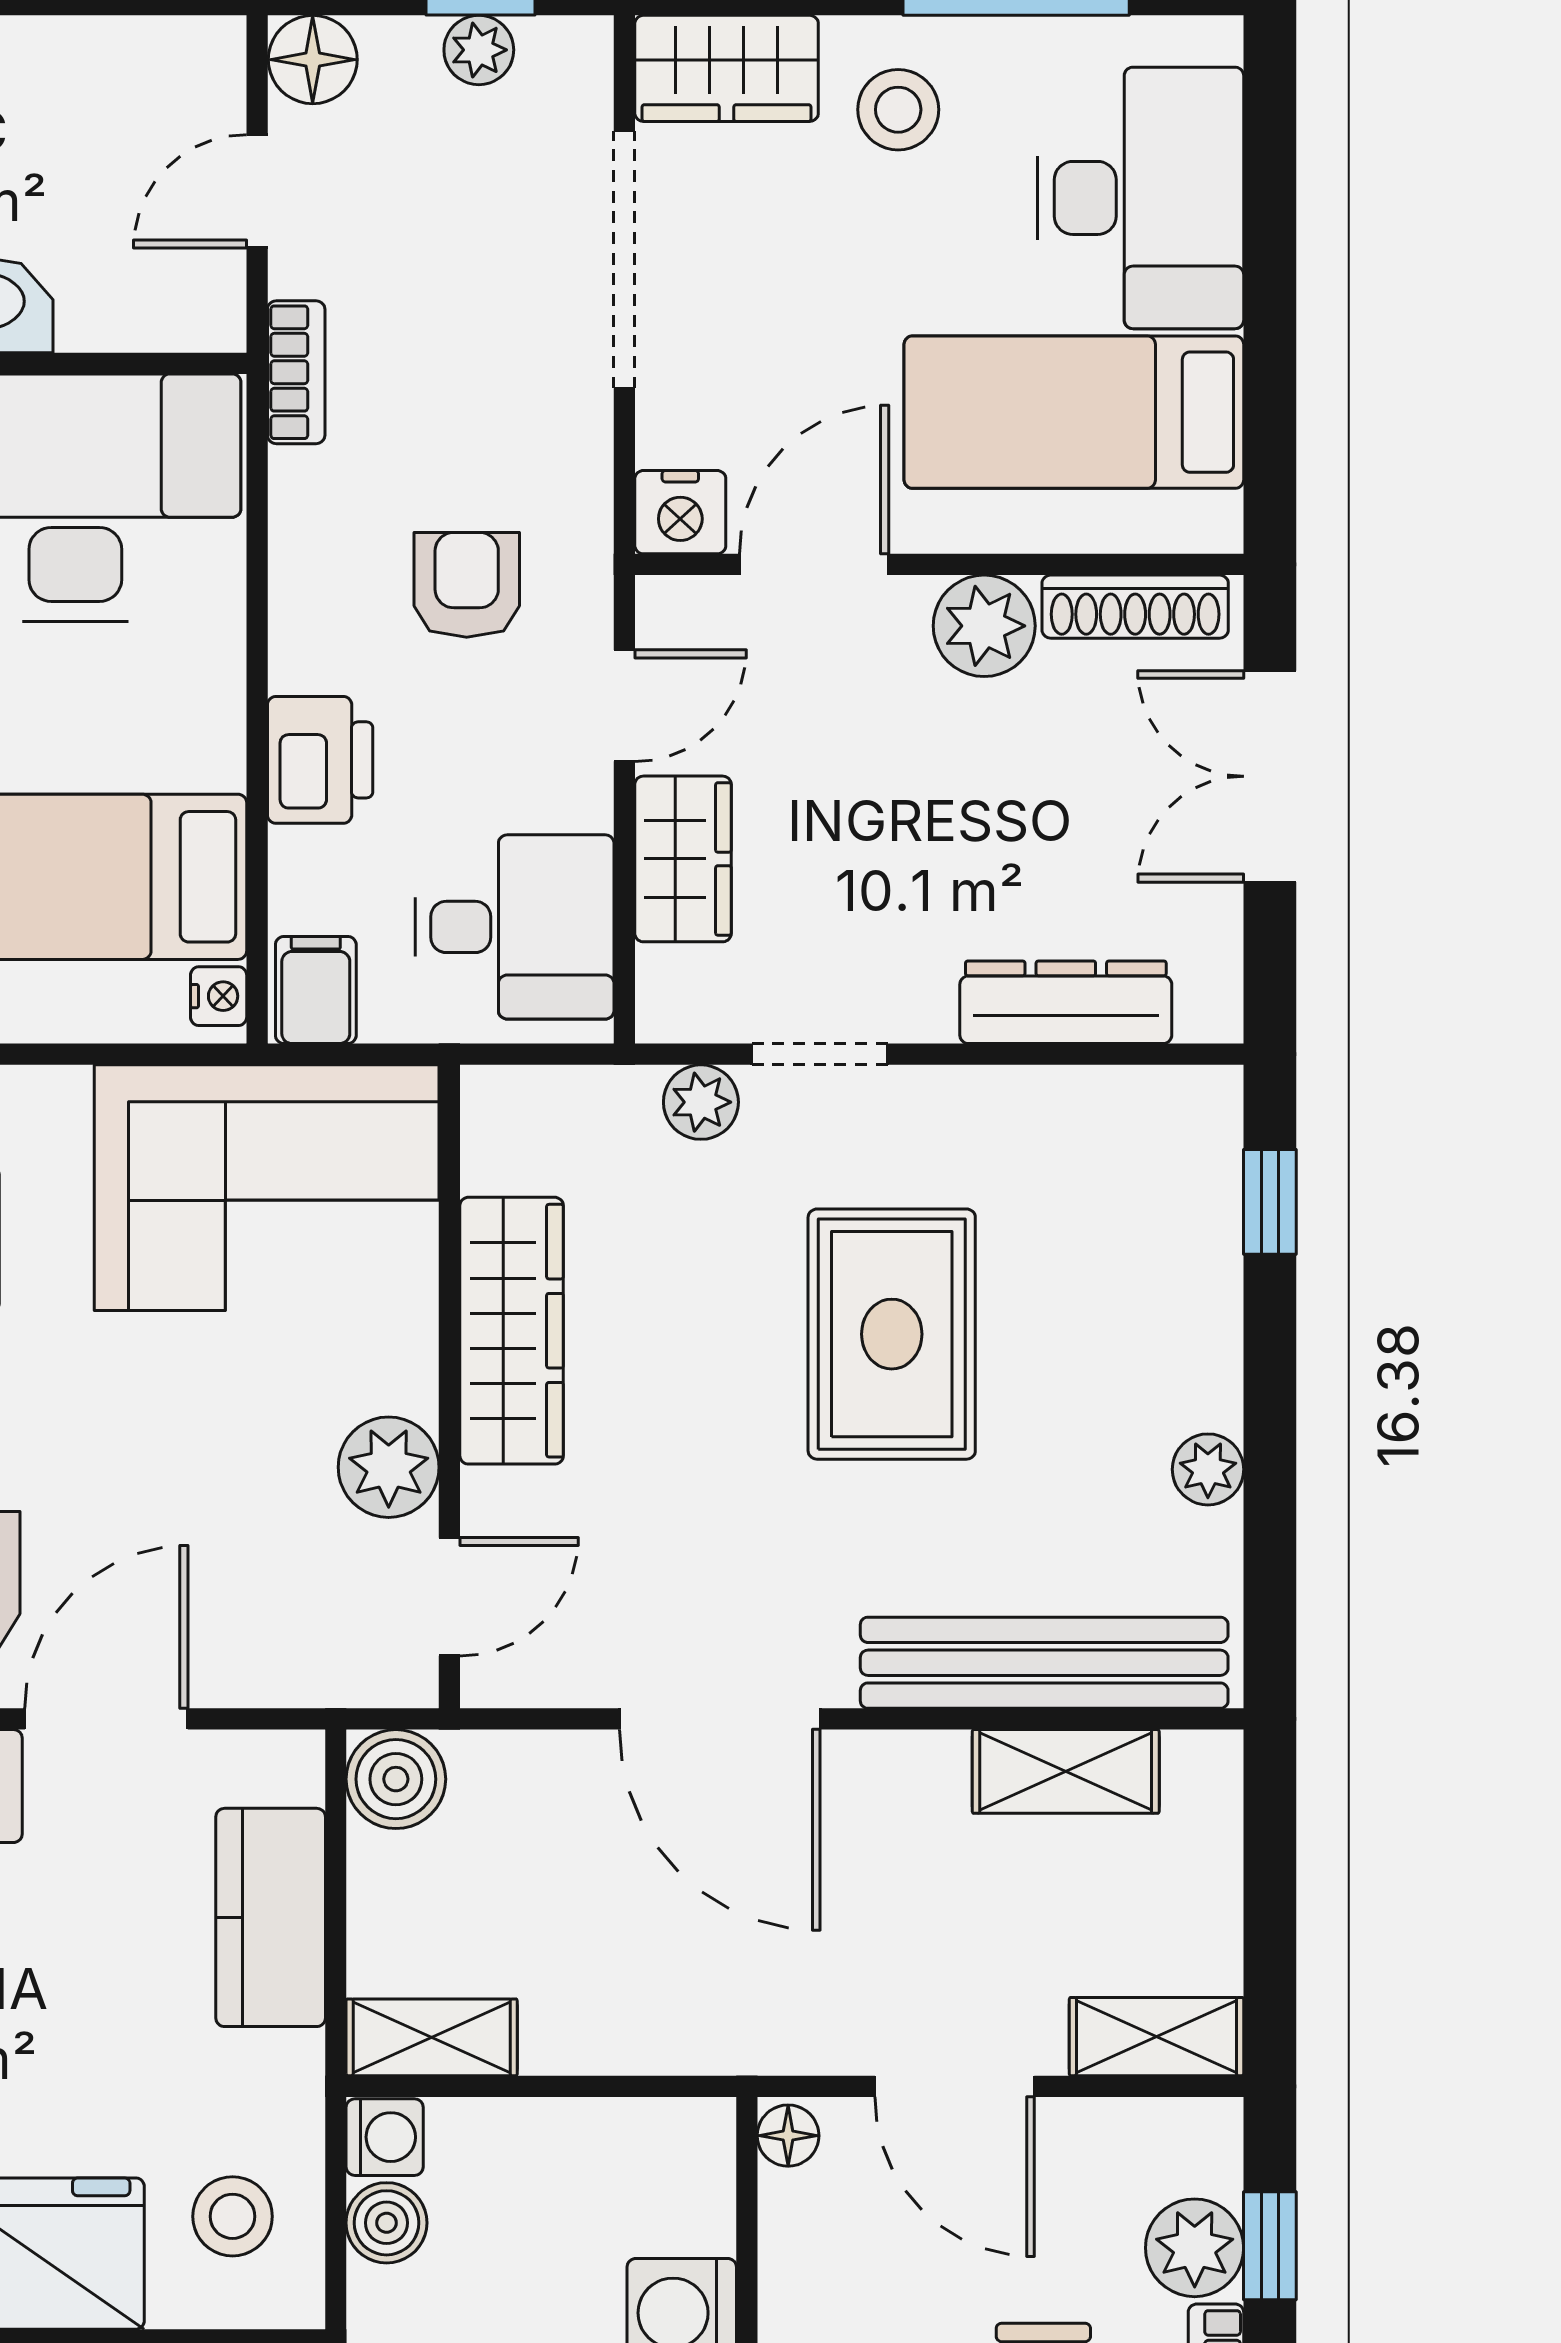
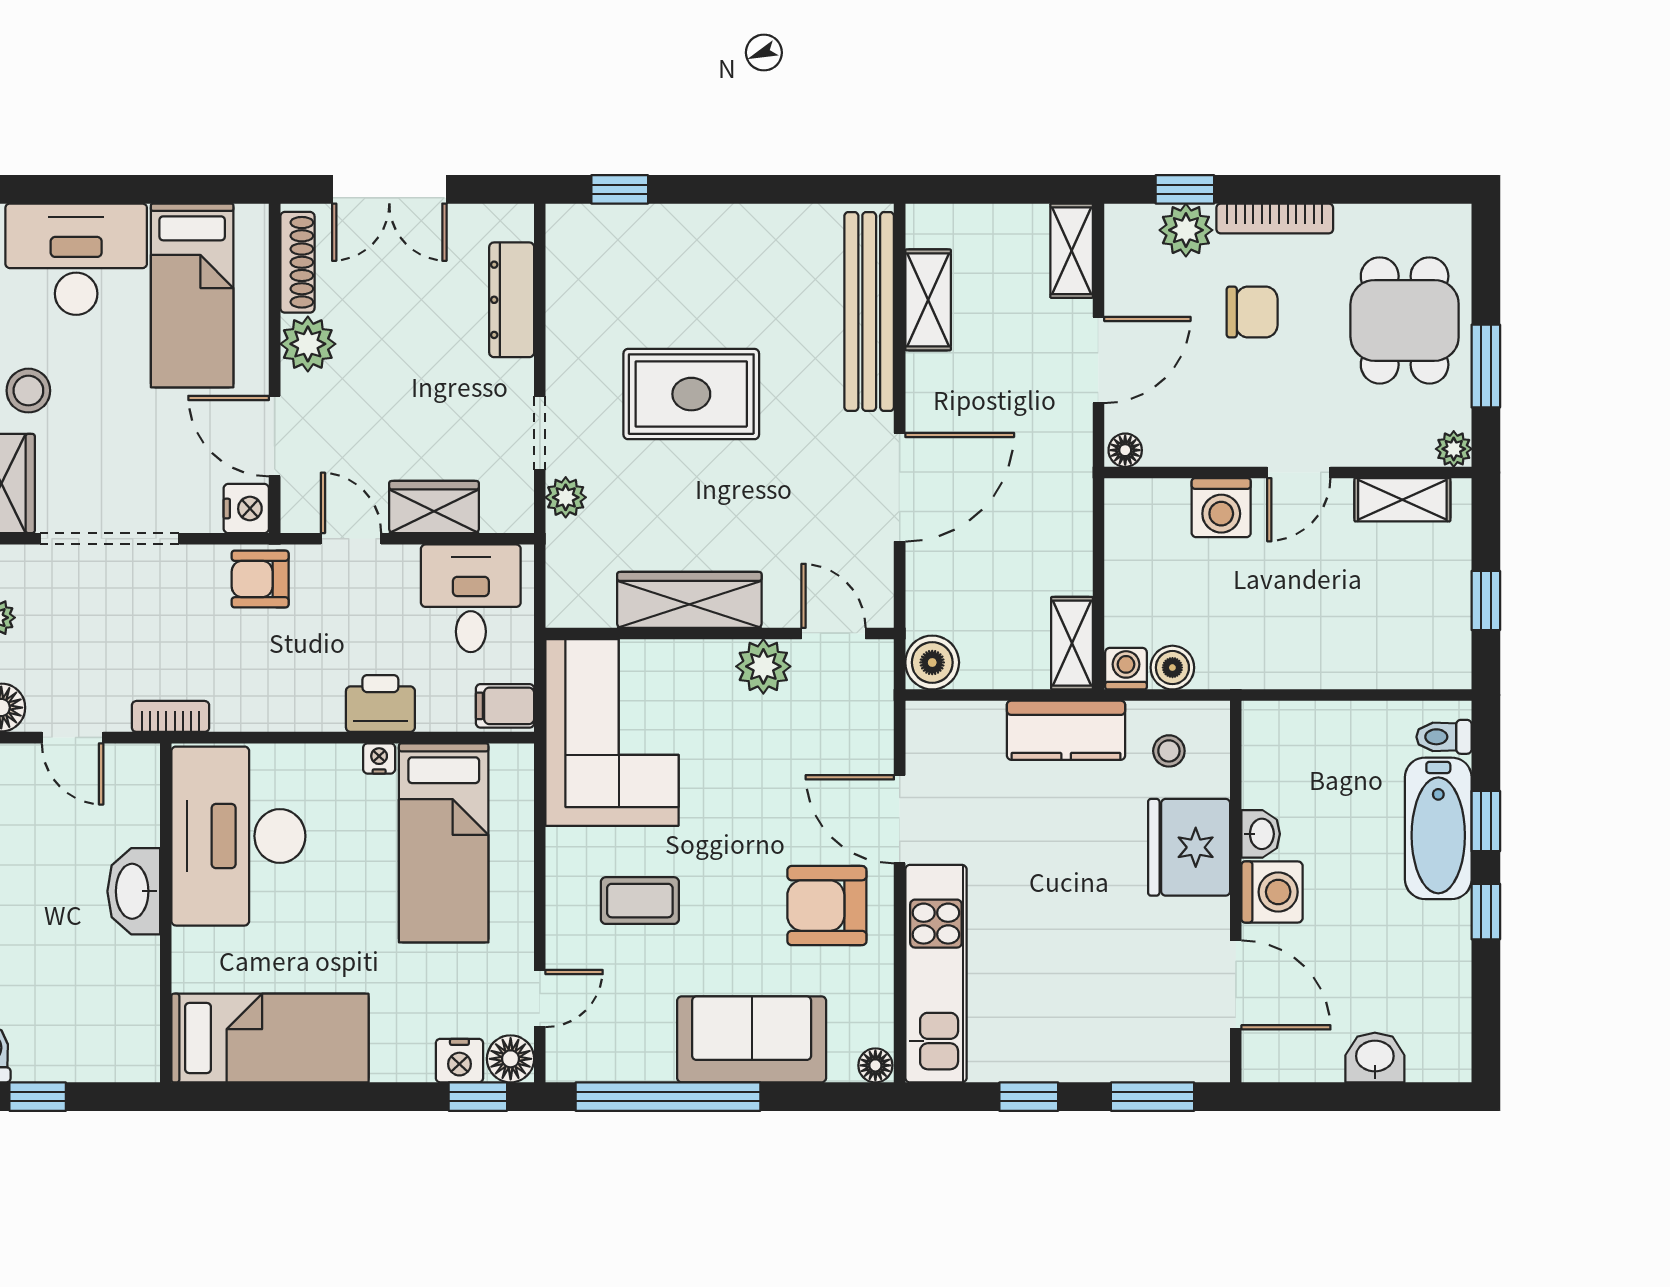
armchair: (467, 585) -> (260, 579), moved
nightstand: (219, 996) -> (379, 758), moved
plant: (1208, 1469) -> (765, 223), removed
kitchen counter: (271, 1917) -> (1066, 730), moved
stool: (233, 2216) -> (1169, 751), width x0.73, depth x0.73

